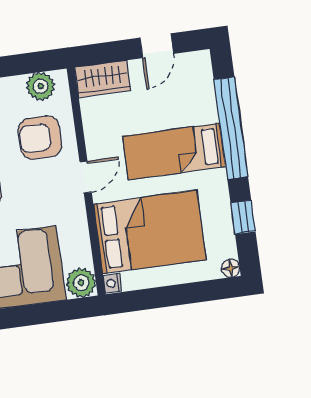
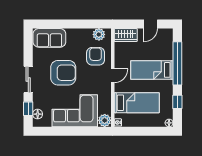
armchair: (40, 138) -> (96, 56), turned 90
bed: (150, 232) -> (137, 103), width x0.67

